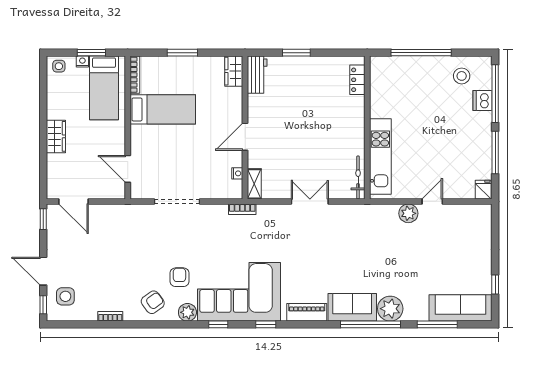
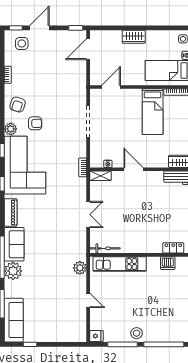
stool: (462, 76) -> (137, 333), moved
dishwasher: (482, 101) -> (168, 263), moved, turned 180
plant: (408, 213) -> (80, 268), moved
armchair: (153, 302) -> (18, 105), turned 54

